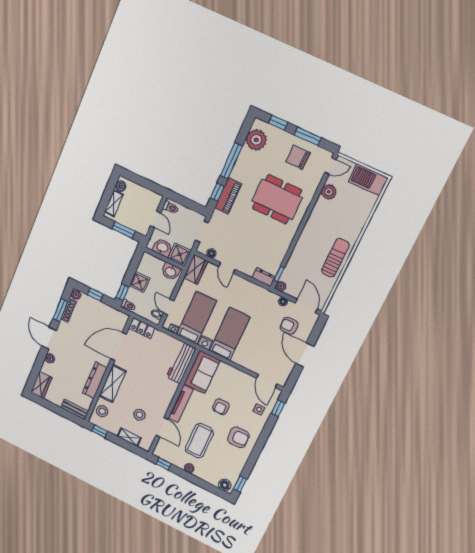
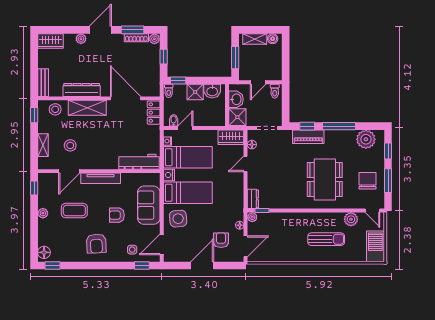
sun lounger: (335, 258) -> (326, 239), moved
washbasin: (171, 271) -> (212, 91), moved, turned -90
side table: (250, 355) -> (178, 219), added
sofa: (202, 372) -> (149, 205), moved, turned 90
coffee table: (199, 441) -> (74, 211), width x0.73, depth x0.76

